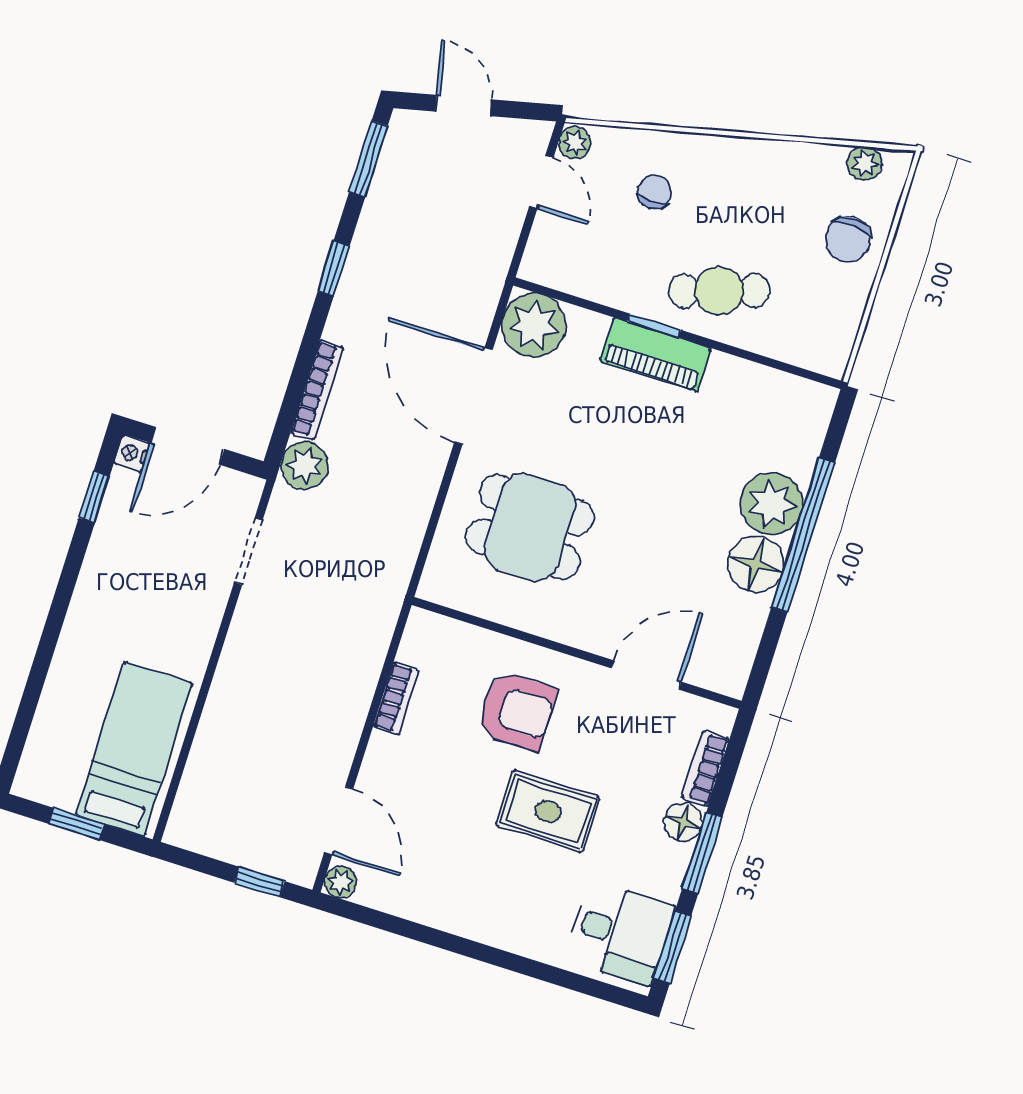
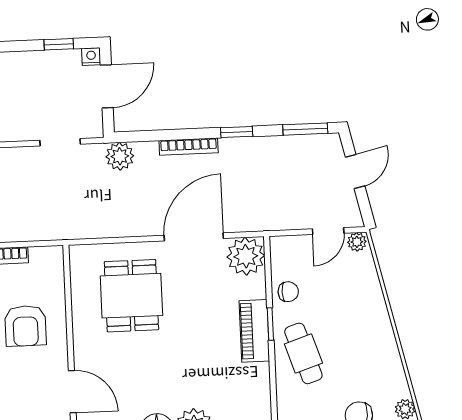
chair: (654, 192) -> (288, 292), moved
bookcase: (317, 390) -> (189, 147), moved
door: (188, 446) -> (107, 86), swing flipped

